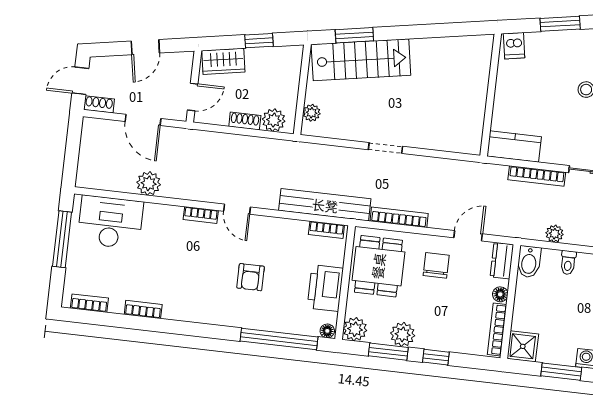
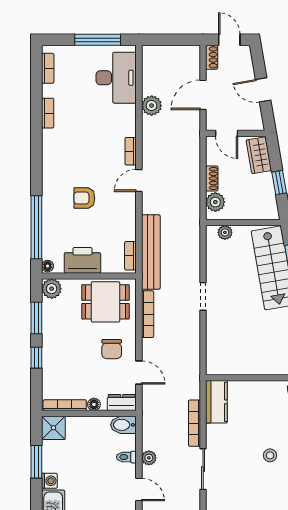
plant: (555, 234) -> (149, 458), moved
chair: (436, 265) -> (112, 349), turned 90
plant: (403, 334) -> (52, 328), removed

